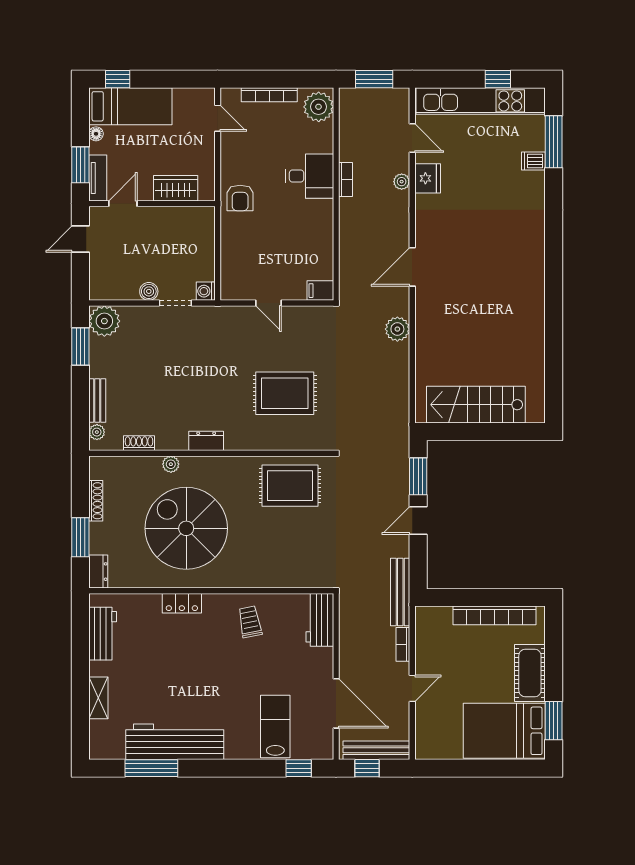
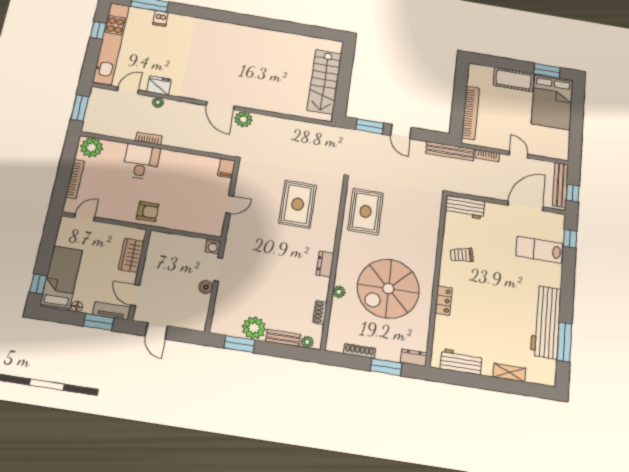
plant: (104, 321) -> (254, 328), moved
plant: (397, 329) -> (243, 119), moved
bookcase: (494, 615) -> (470, 113), moved

